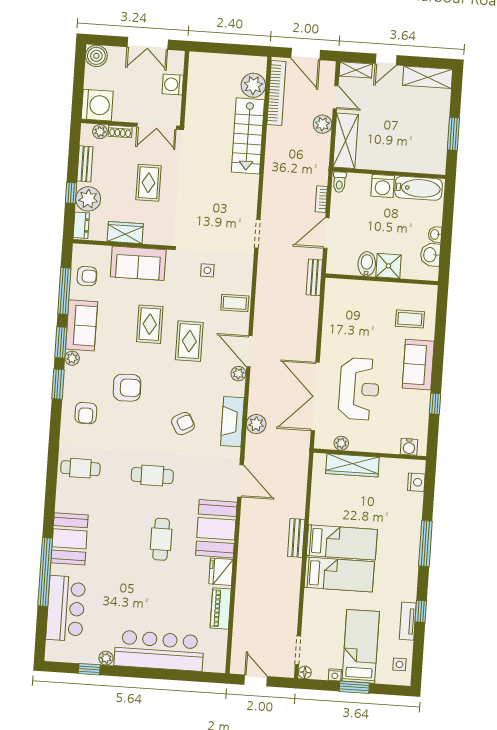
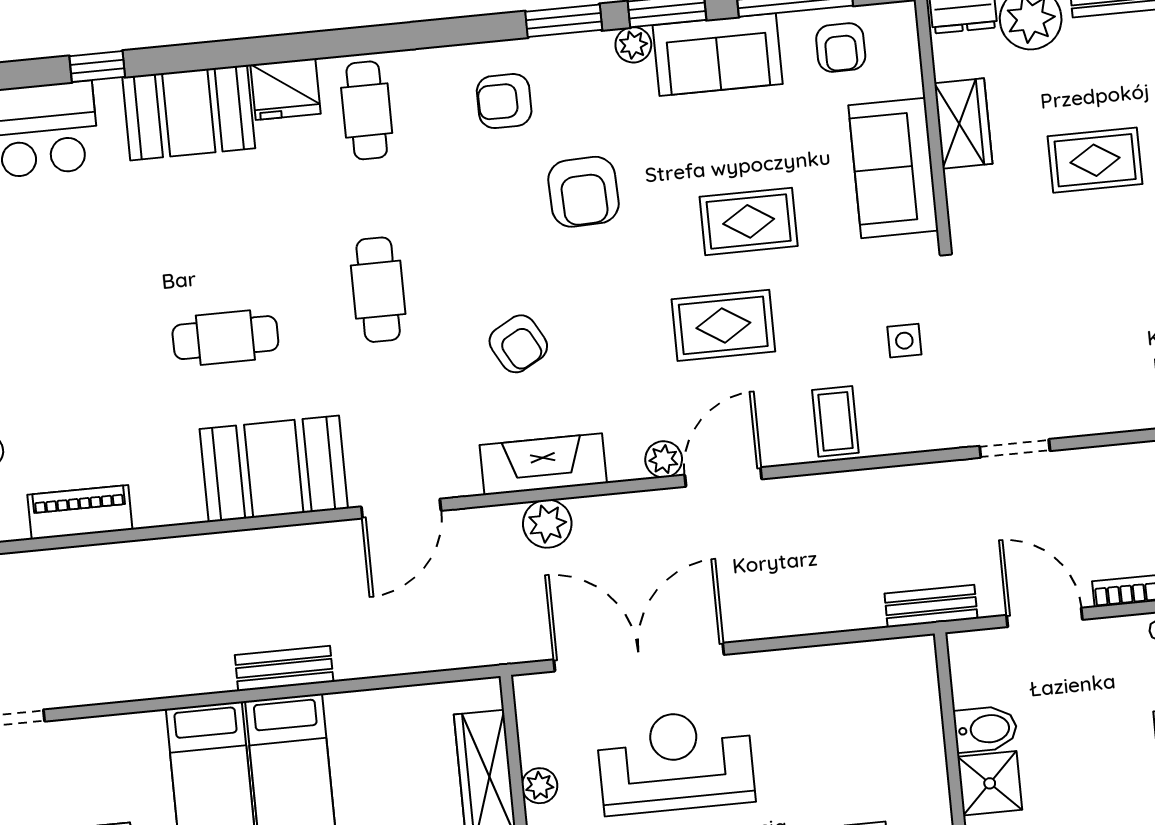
reception desk: (359, 389) -> (676, 762), turned 180
plant: (341, 443) -> (540, 786), moved
window: (45, 572) -> (97, 67), width x0.32
fridge: (221, 572) -> (285, 89), moved, turned 180

